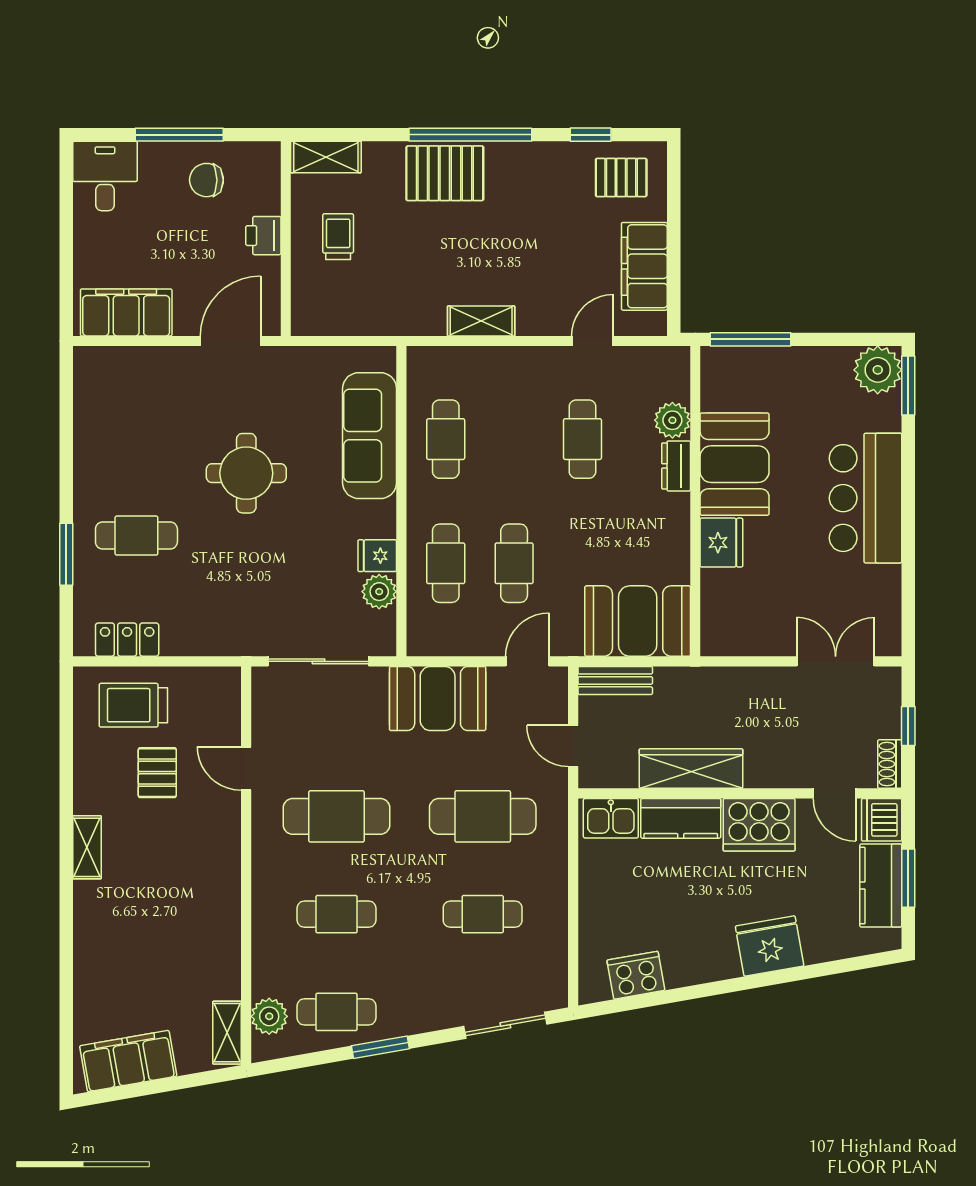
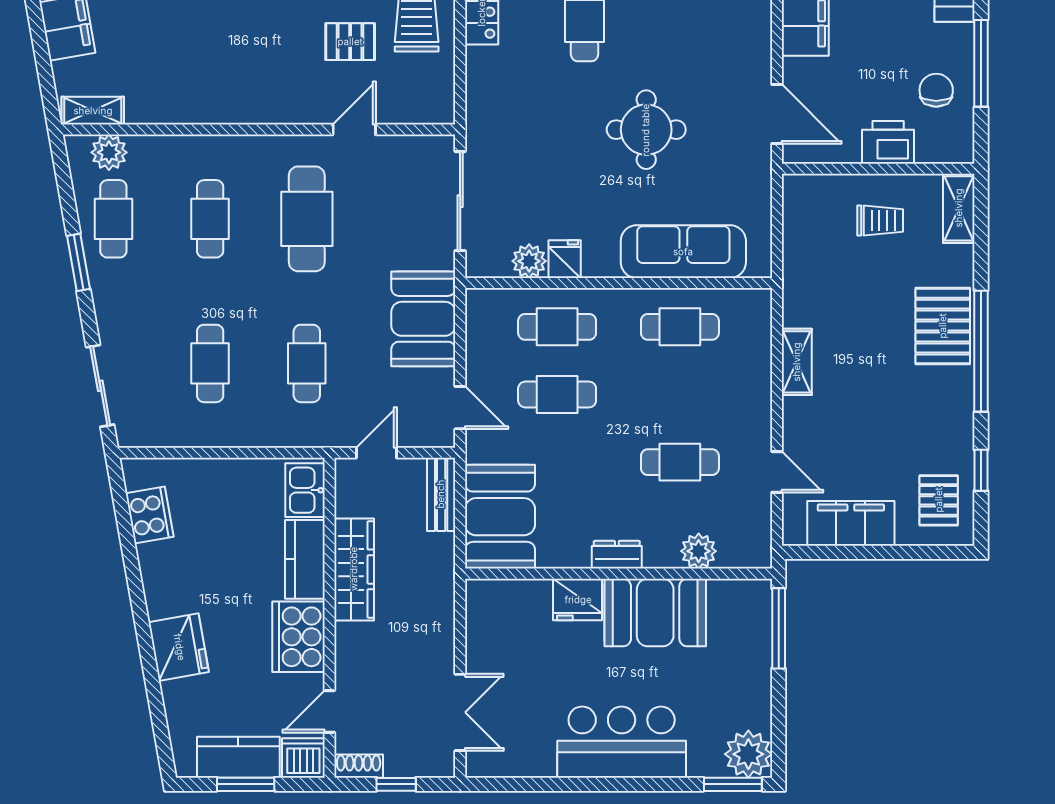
printer: (263, 236) -> (888, 142), width x1.36, depth x1.24
dresser: (676, 466) -> (617, 555), moved
cafe table: (483, 816) -> (307, 363), width x0.73, depth x0.74

